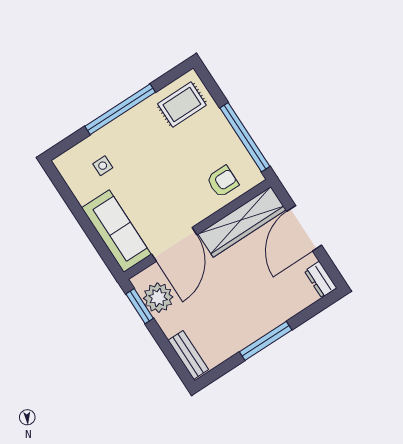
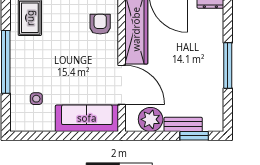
window: (140, 306) -> (194, 136), moved
bench: (188, 355) -> (183, 124), moved

